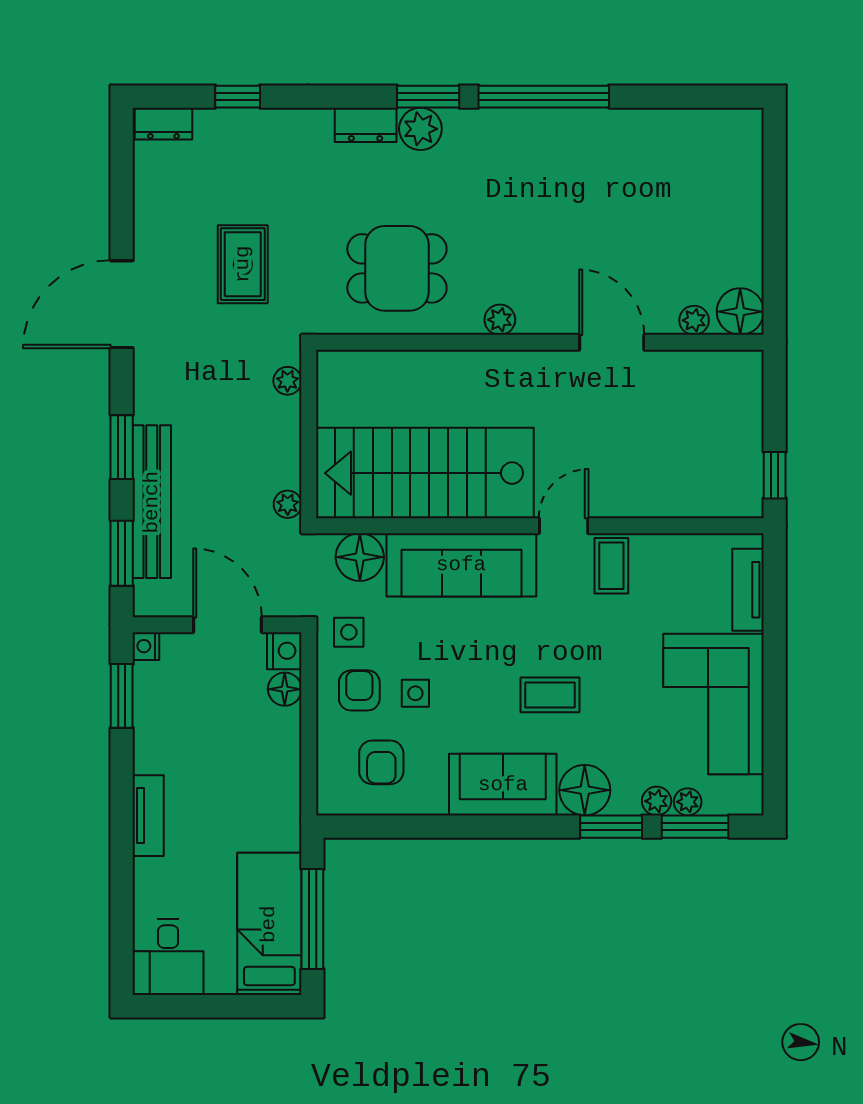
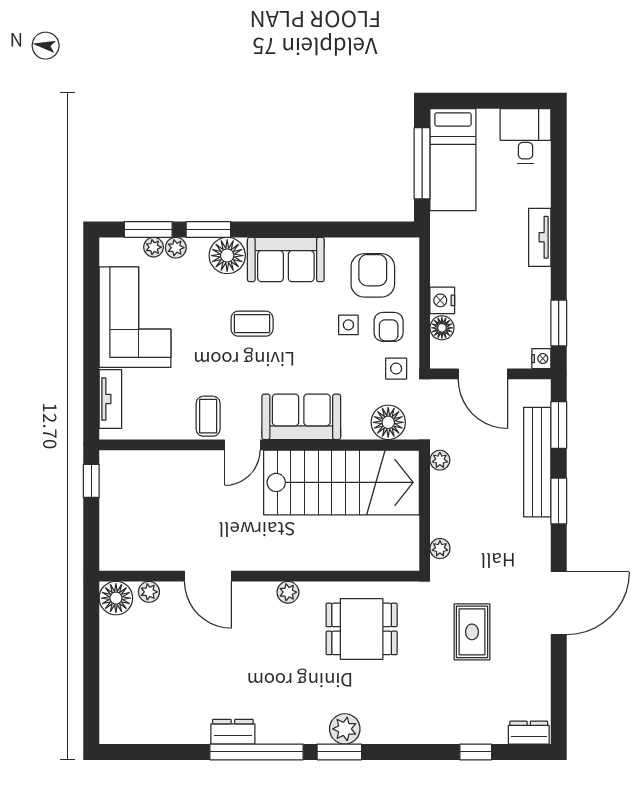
dresser: (366, 125) -> (233, 732), moved
sofa: (461, 565) -> (301, 417), width x0.73
nightstand: (284, 651) -> (442, 300), moved
armchair: (381, 762) -> (373, 275), width x1.38, depth x1.38

